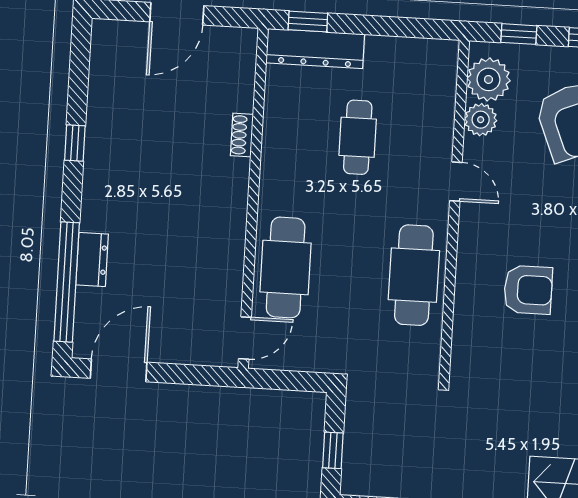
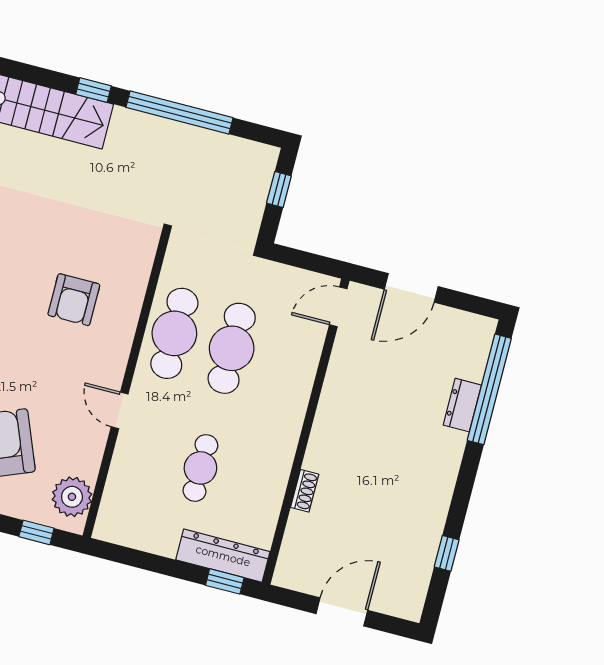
plant: (481, 120) -> (86, 462), removed
window: (75, 143) -> (447, 553), moved
cafe table: (286, 267) -> (232, 348), moved
armchair: (528, 290) -> (74, 300), turned -90
door: (119, 370) -> (411, 288), moved

